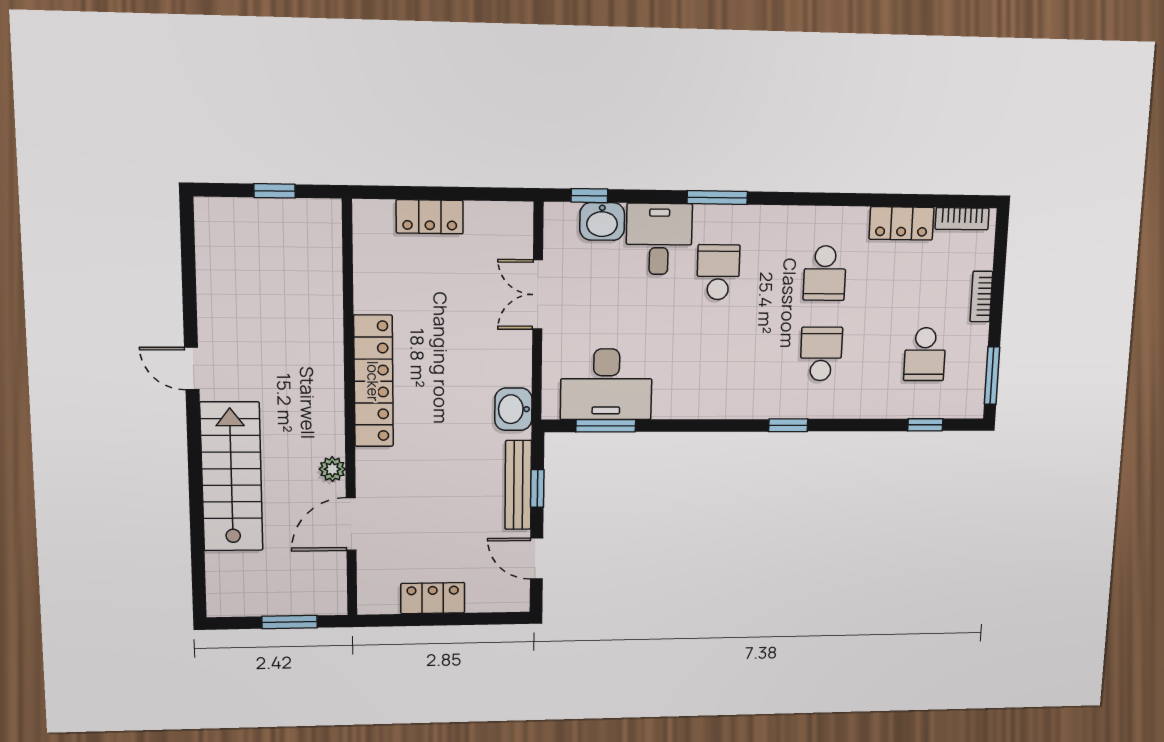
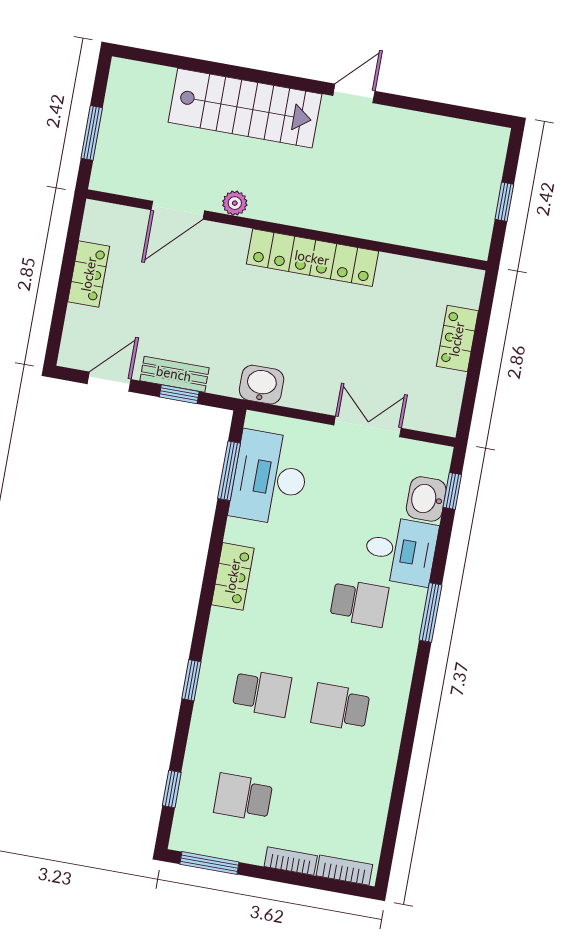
bookcase: (962, 219) -> (344, 870), moved, turned 90
locker: (902, 223) -> (233, 576), moved, turned 180
window: (788, 425) -> (191, 680), moved
bench: (518, 485) -> (174, 374), width x0.73
door: (351, 524) -> (178, 210), swing flipped

